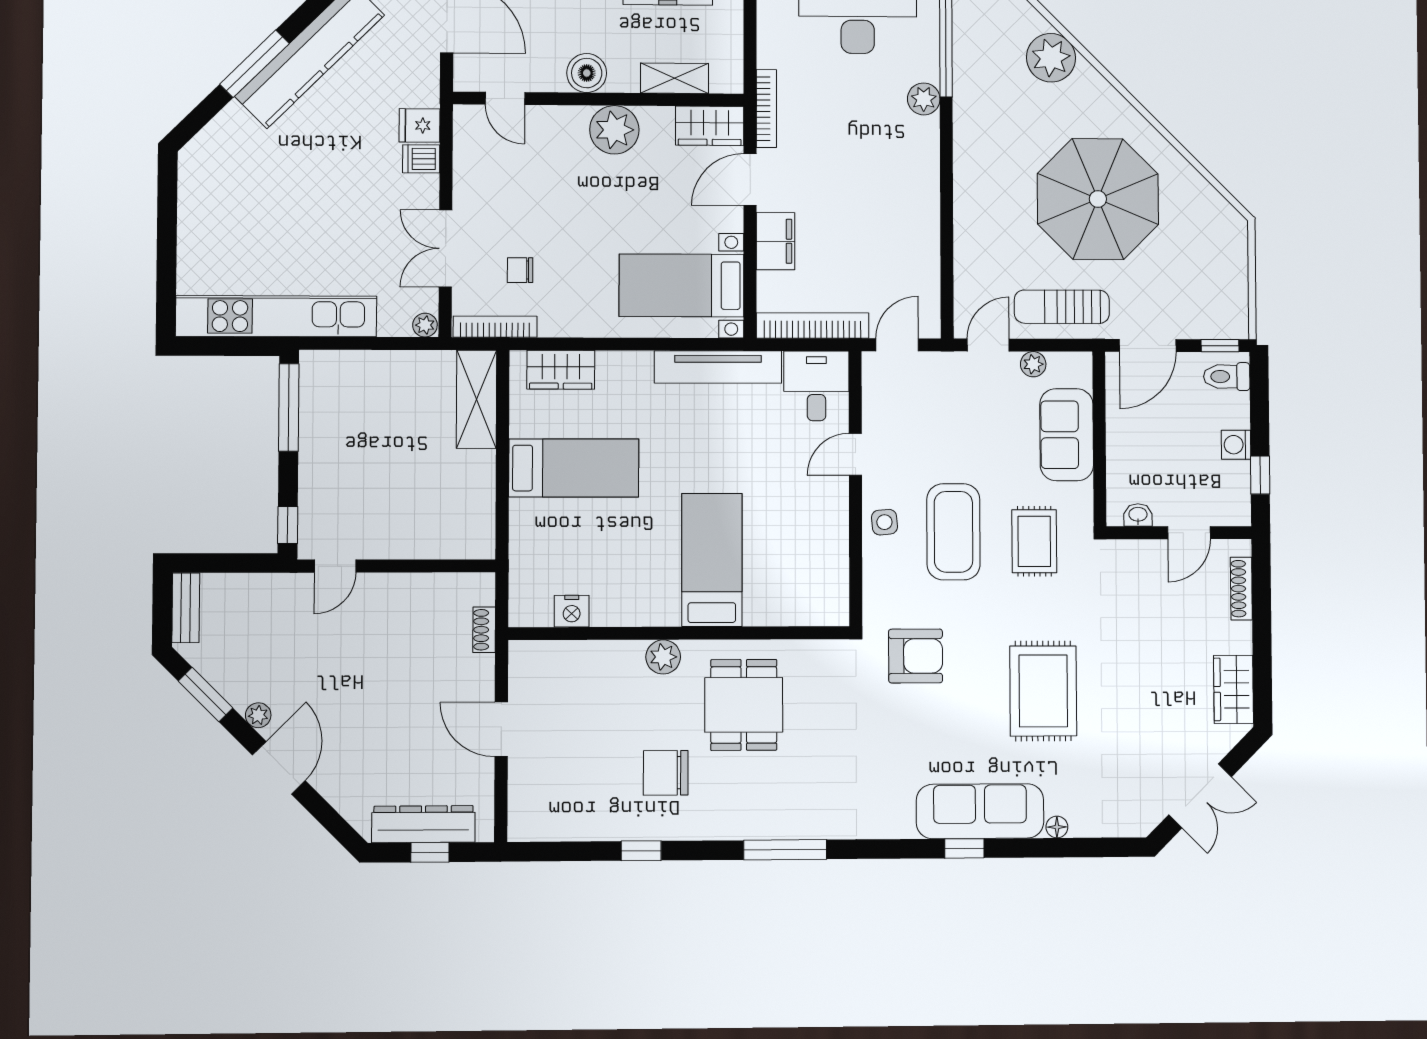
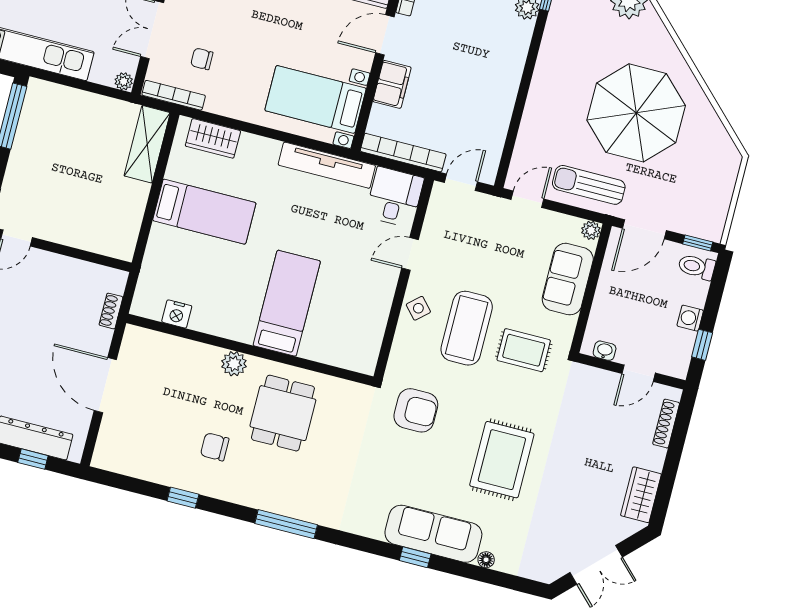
plant: (1033, 364) -> (591, 230), moved
side table: (884, 522) -> (418, 308), turned -37
rug: (1034, 541) -> (524, 350), turned 90
door: (501, 729) -> (105, 385), width x1.36
chair: (666, 773) -> (215, 447), width x0.73, depth x0.73

